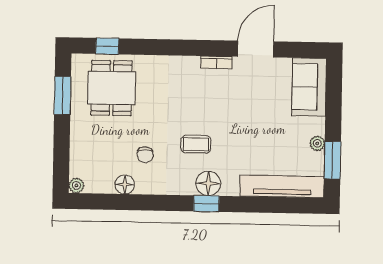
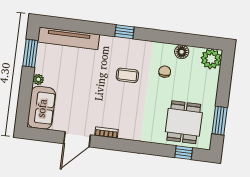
plant: (317, 143) -> (38, 79), moved
floor lamp: (208, 183) -> (121, 46), removed
plant: (76, 185) -> (211, 59), width x1.88, depth x1.88

